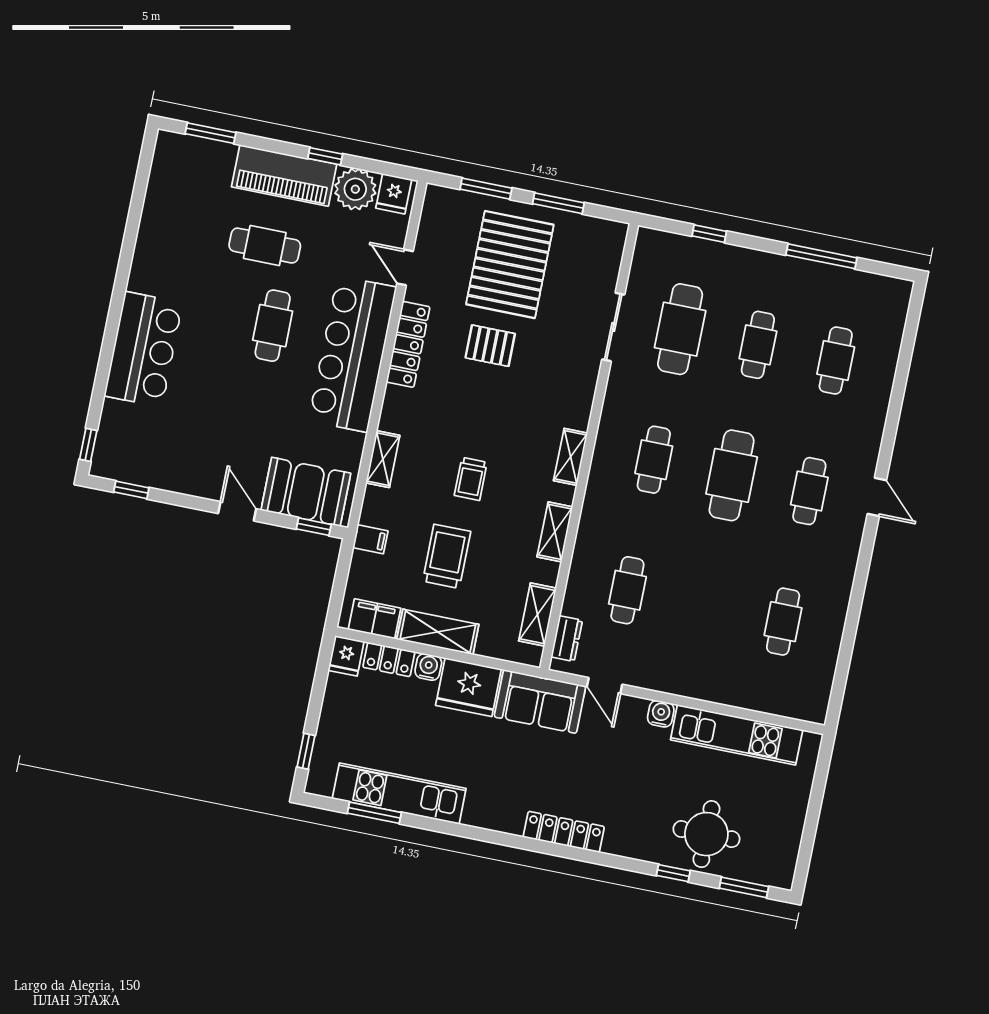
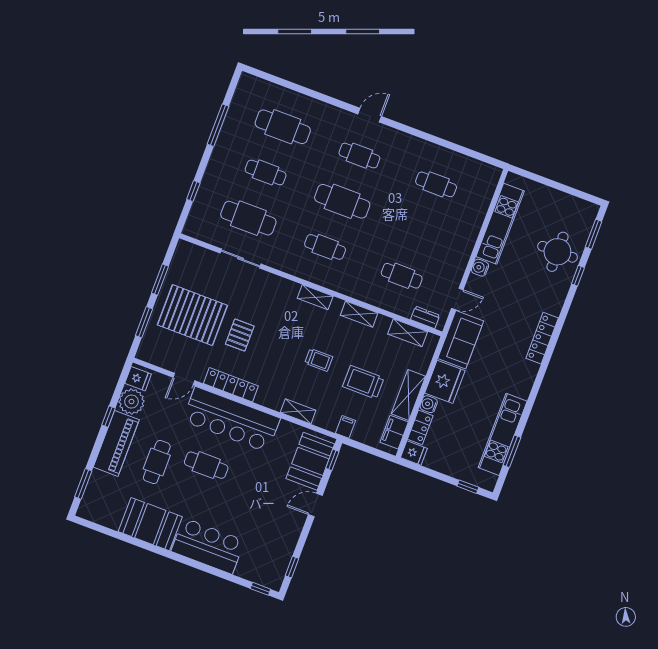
booth: (163, 251) -> (150, 524), added
cafe table: (836, 361) -> (283, 127), width x1.37, depth x1.35

